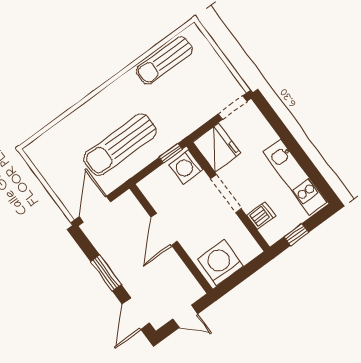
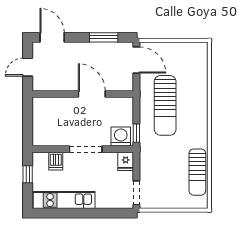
sun lounger: (164, 60) -> (197, 172), turned 180
sun lounger: (120, 145) -> (165, 105), turned 180
fridge: (217, 148) -> (126, 161), width x0.53, depth x0.75
washing machine: (220, 263) -> (45, 114), removed
window: (106, 273) -> (104, 37), moved

